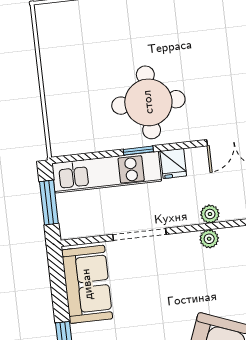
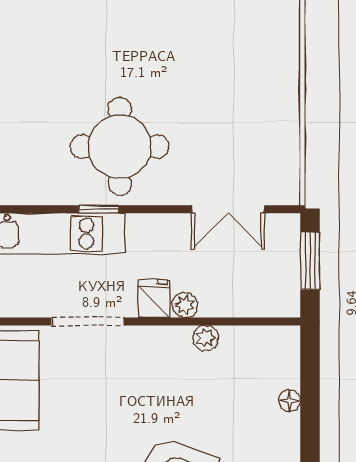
fridge: (173, 163) -> (154, 299), moved, turned 180
plant: (209, 239) -> (206, 338), moved

